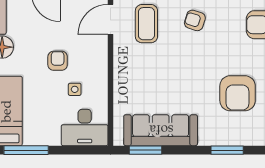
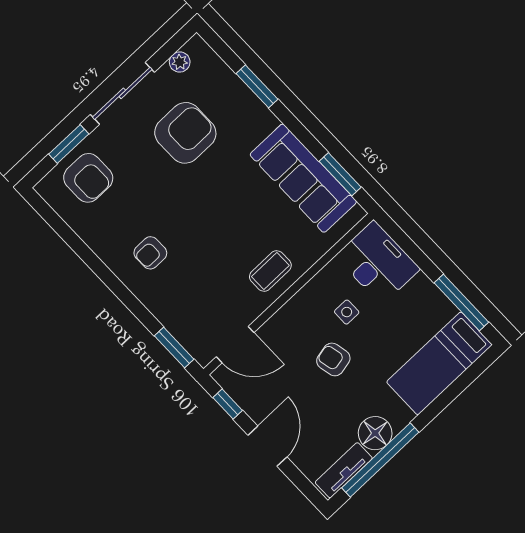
armchair: (195, 20) -> (150, 253), turned 72
coffee table: (146, 24) -> (270, 271), moved, width x0.73, depth x0.77
armchair: (58, 61) -> (333, 359), turned 78

